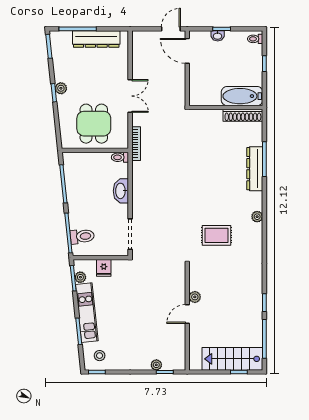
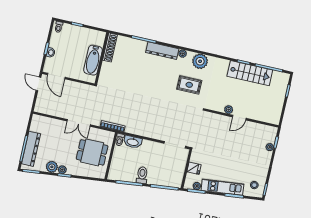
dresser: (96, 39) -> (31, 149), moved
door: (187, 51) -> (56, 76), hinge flipped
plant: (62, 73) -> (52, 167), added
double door: (130, 96) -> (79, 123), swing flipped
bathtub: (242, 96) -> (93, 60), moved
dresser: (255, 169) -> (162, 51), moved
washbasin: (121, 191) -> (133, 142), moved
rug: (217, 235) -> (189, 85), turned 90
toilet: (82, 236) -> (142, 175), moved
plant: (252, 243) -> (200, 61), added
door: (187, 314) -> (239, 118), hinge flipped
stairs: (232, 359) -> (250, 73), moved, turned -90

